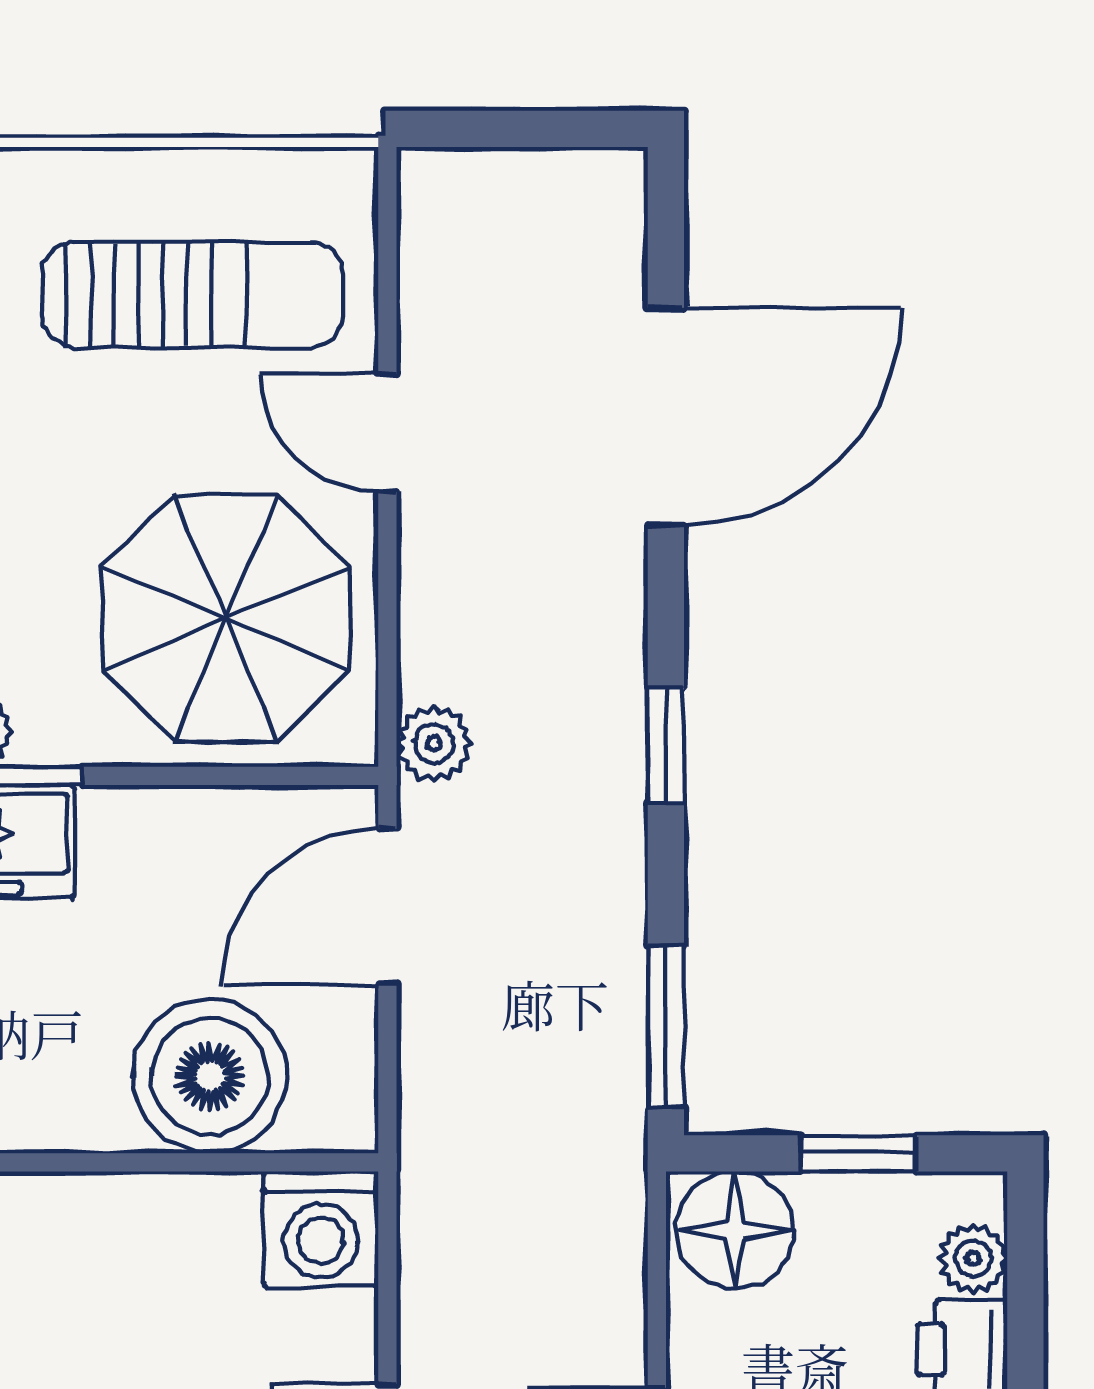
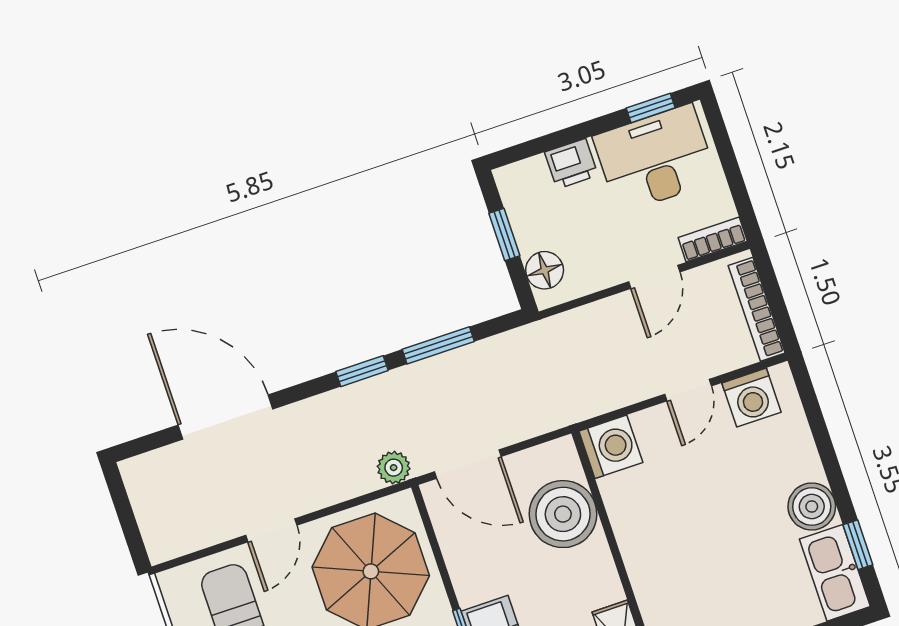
window: (666, 1027) -> (438, 345), moved
floor lamp: (735, 1230) -> (545, 270), width x0.73, depth x0.73
plant: (973, 1259) -> (532, 172), removed

